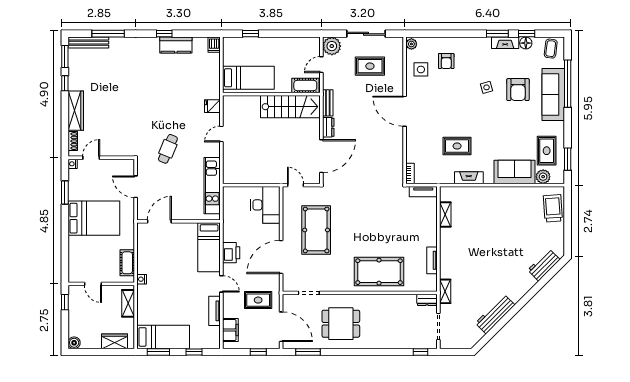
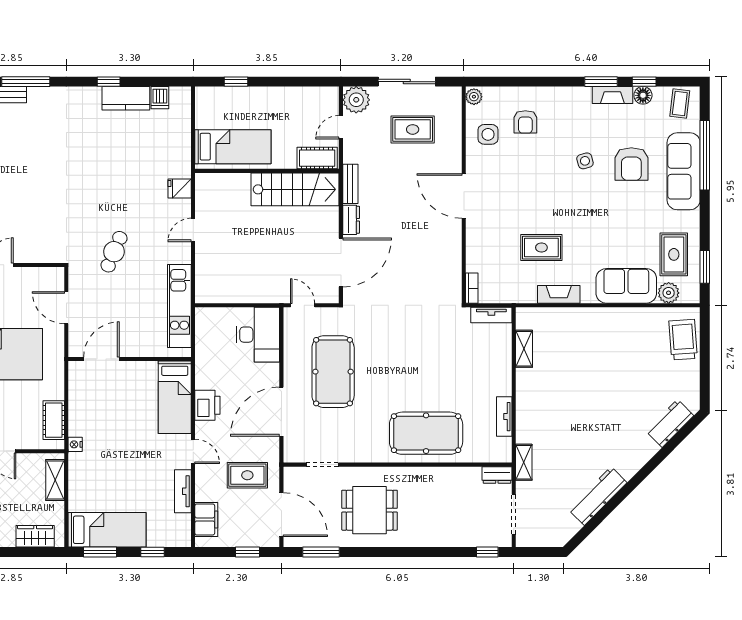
dishwasher: (214, 45) -> (160, 98), moved

